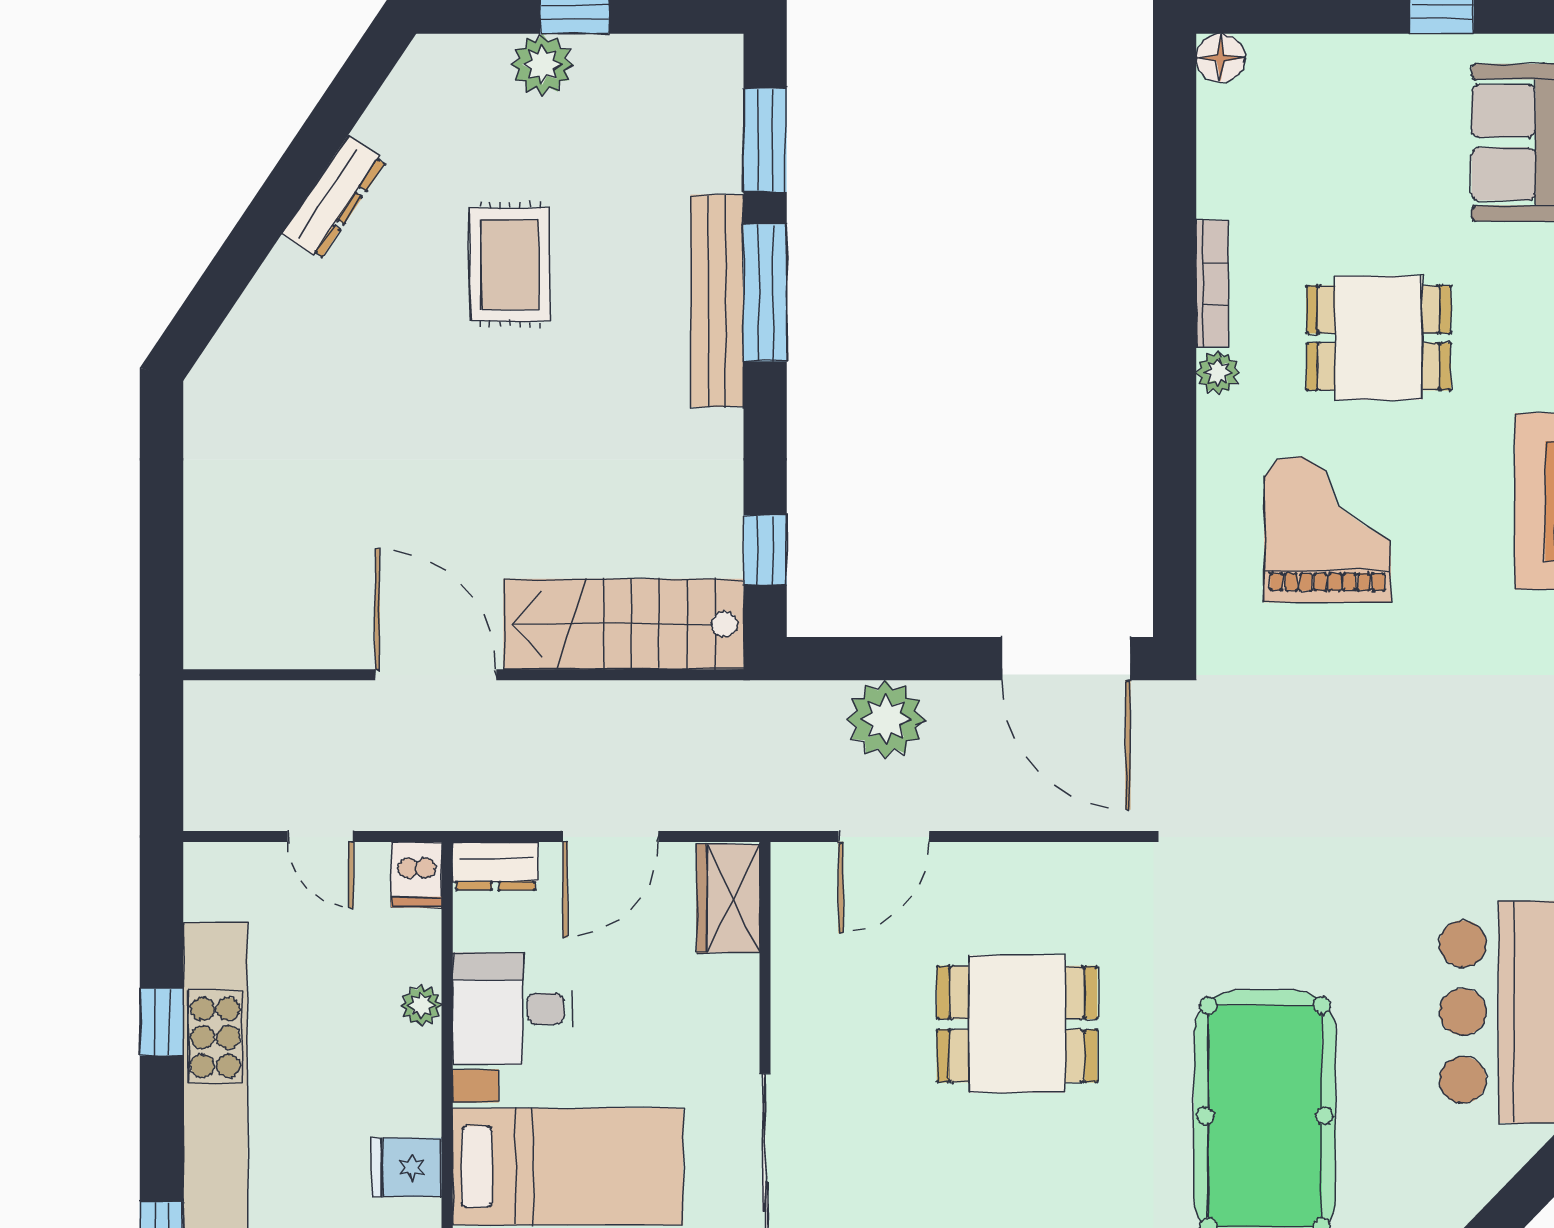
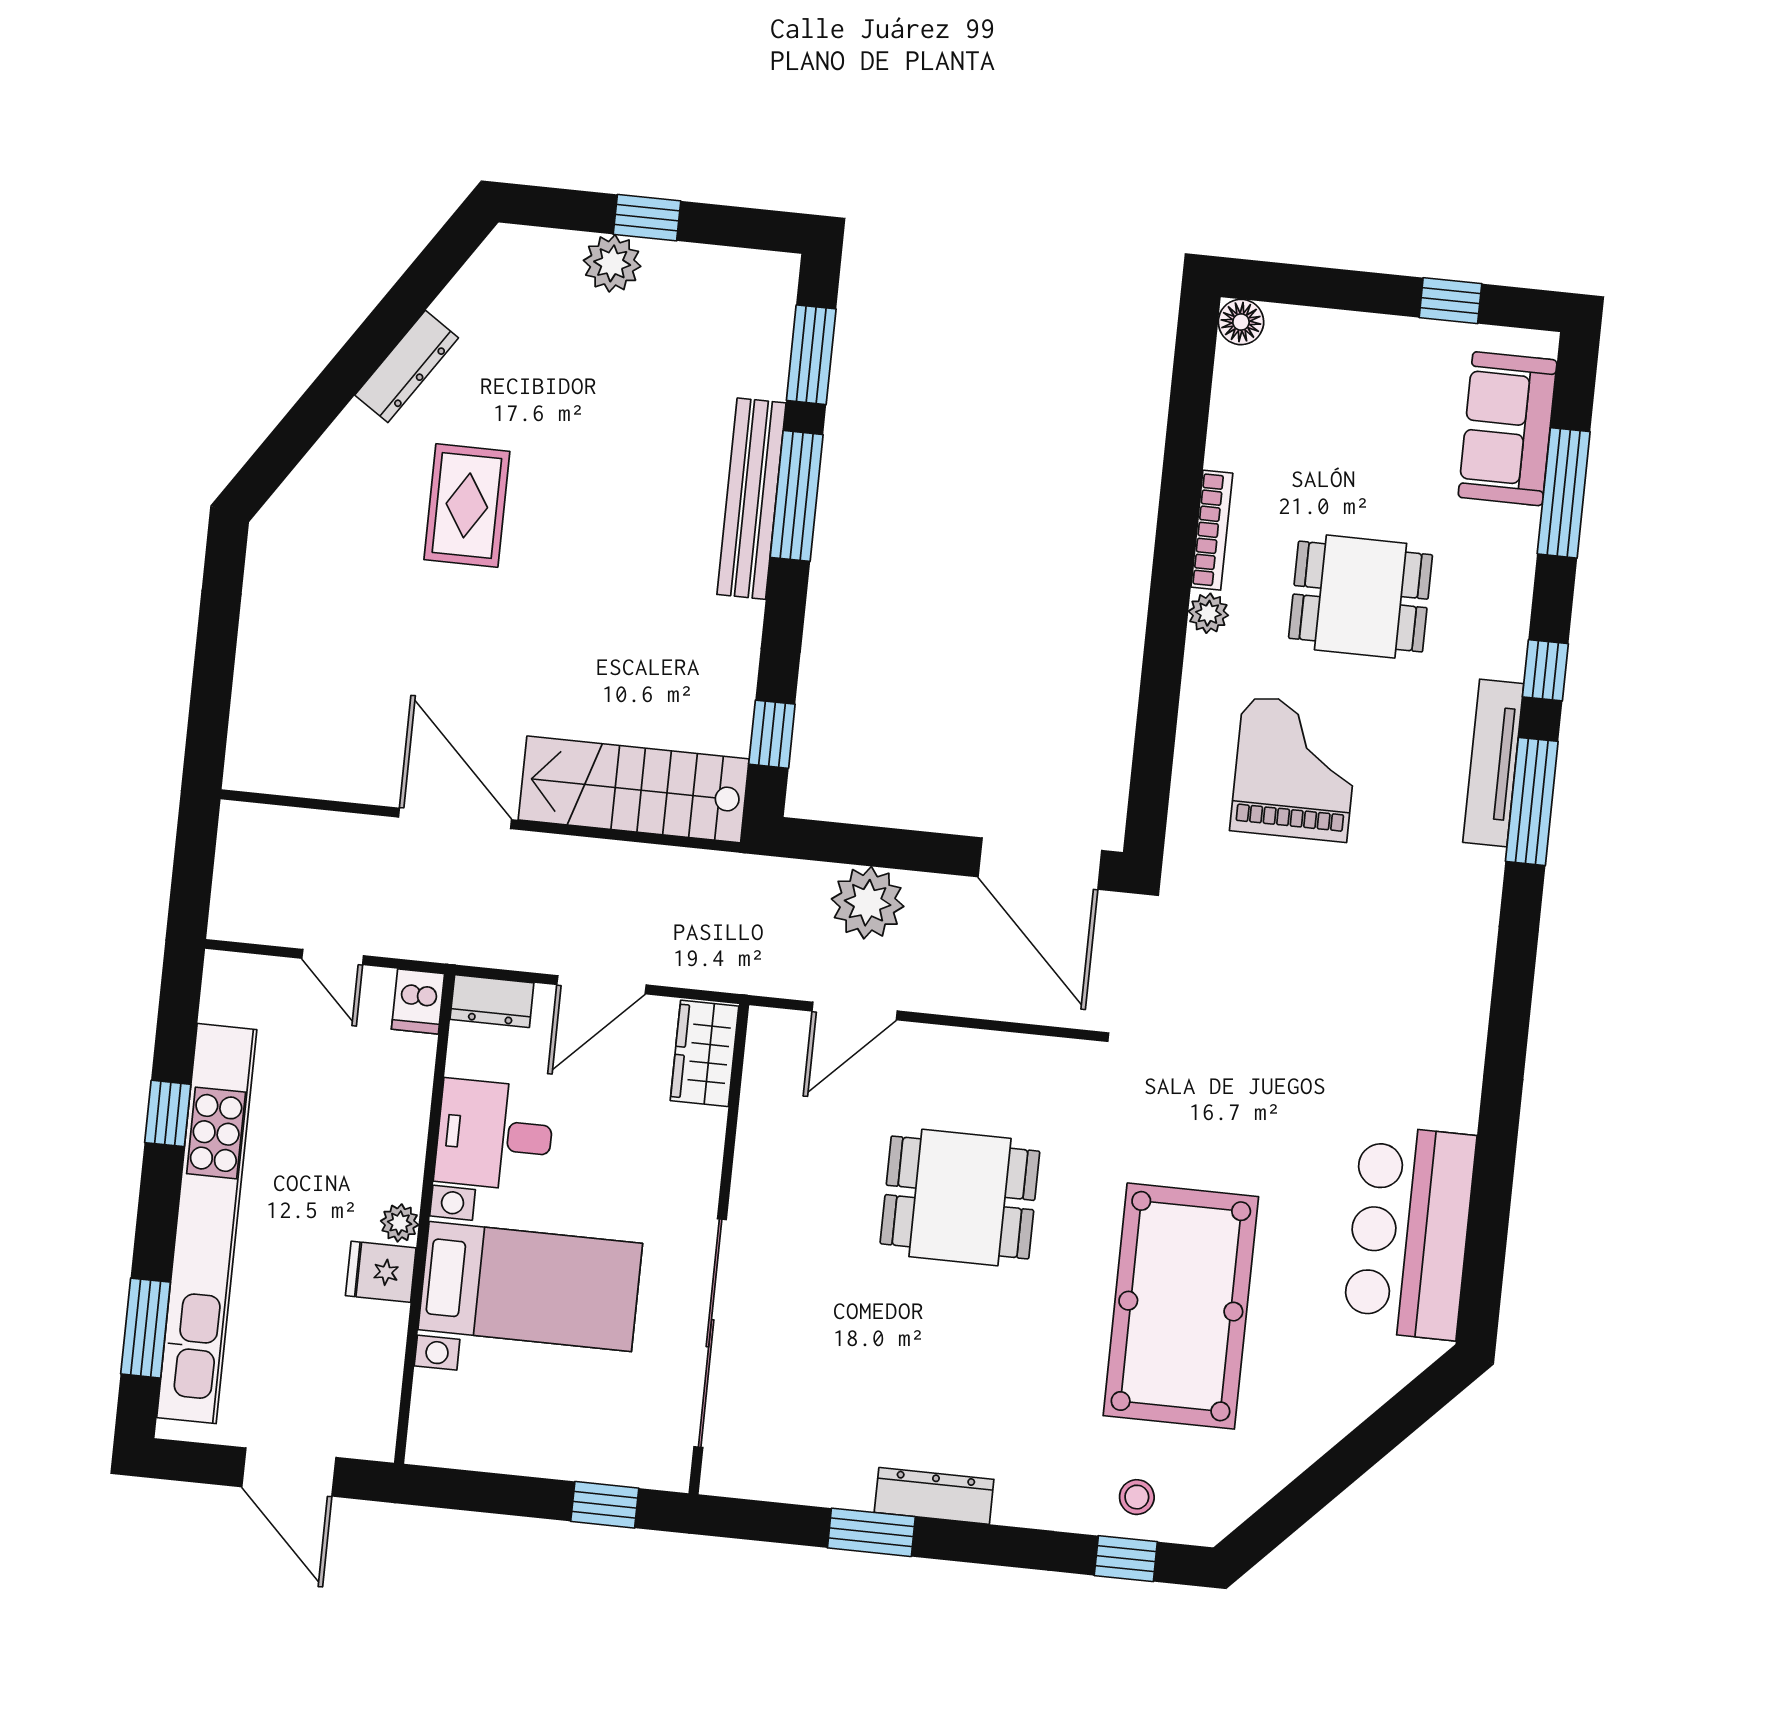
rug: (510, 265) -> (467, 505), moved
plant: (421, 1005) -> (400, 1223), moved

